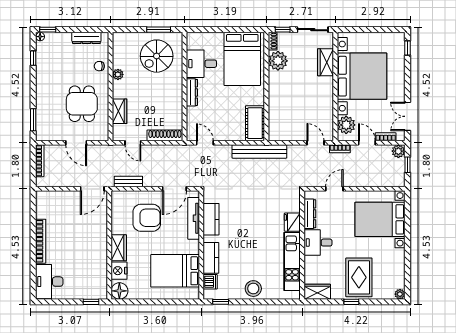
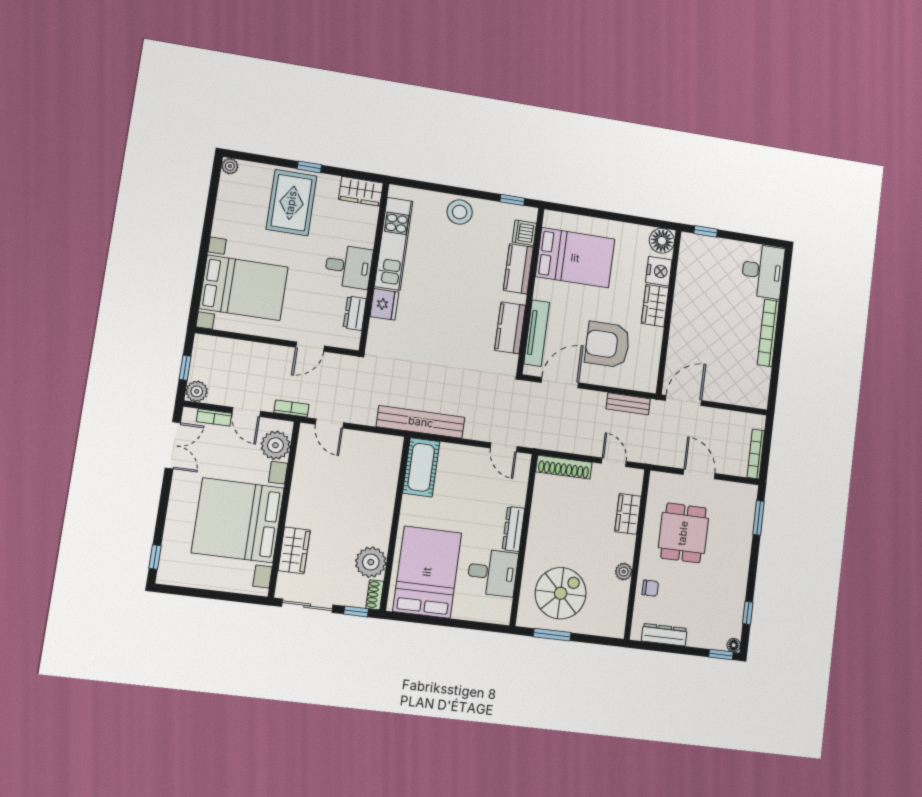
dresser: (310, 214) -> (355, 313), width x0.70

